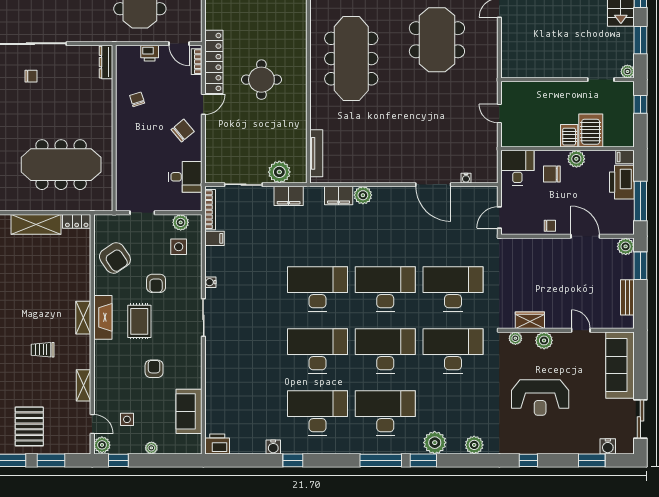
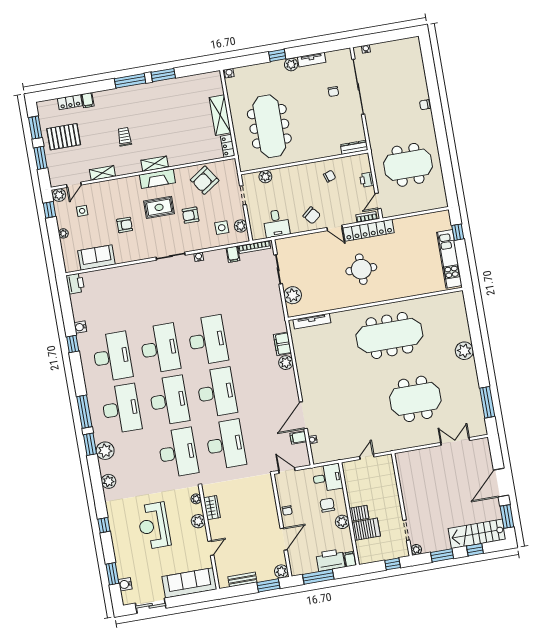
plant: (124, 180) -> (265, 177), added
filing cabinet: (289, 196) -> (298, 437), moved, width x0.50

